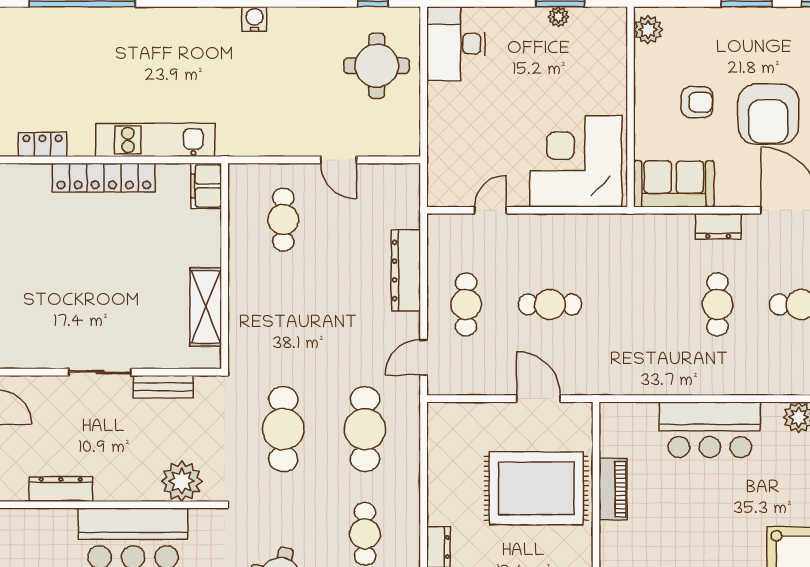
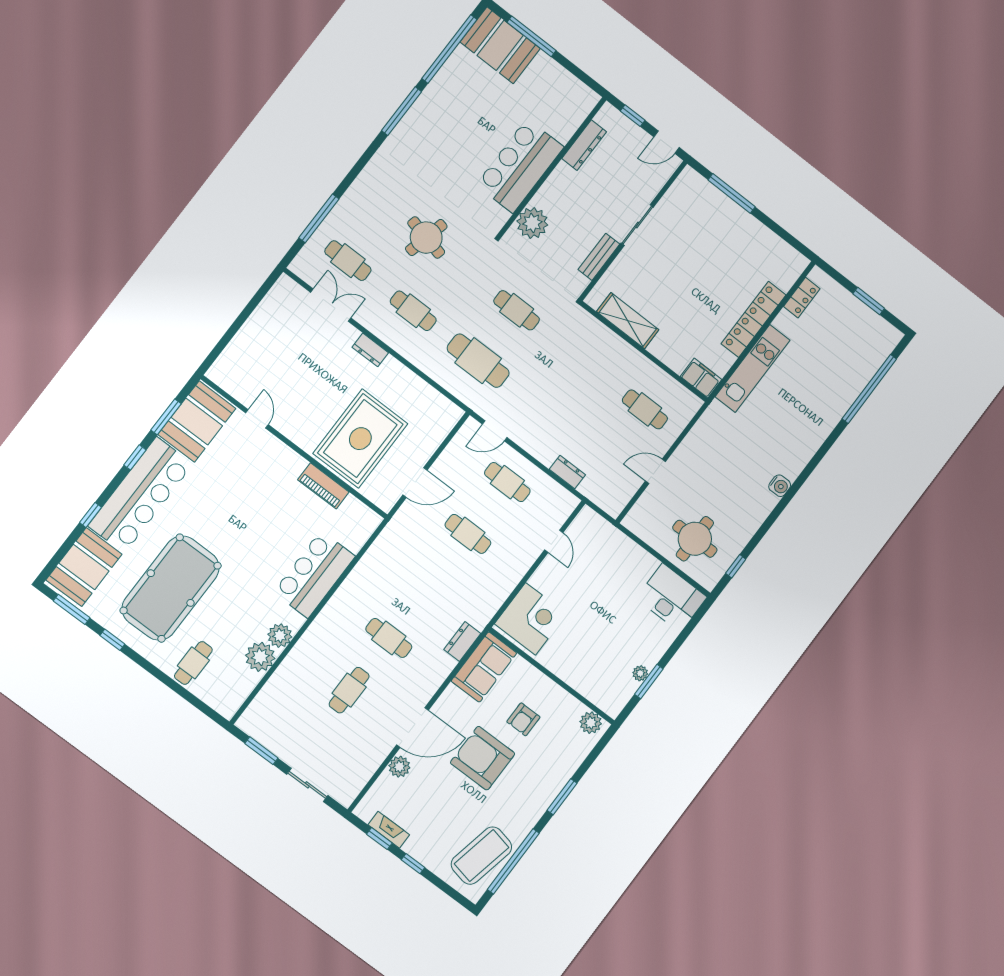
corner desk: (576, 161) -> (531, 619), width x0.74, depth x0.74
dresser: (718, 226) -> (462, 642), moved
dresser: (406, 270) -> (567, 472), width x0.51, depth x0.80
cafe table: (550, 304) -> (468, 534), turned 90
door: (424, 357) -> (495, 431), swing flipped
cafe table: (283, 429) -> (517, 310), width x0.73, depth x0.74

